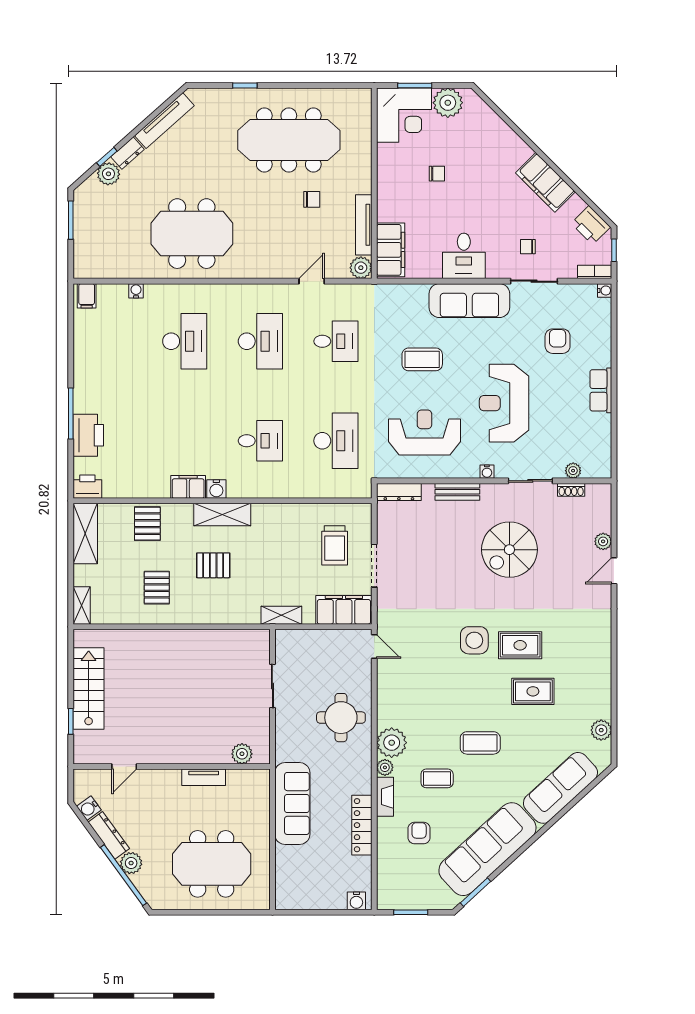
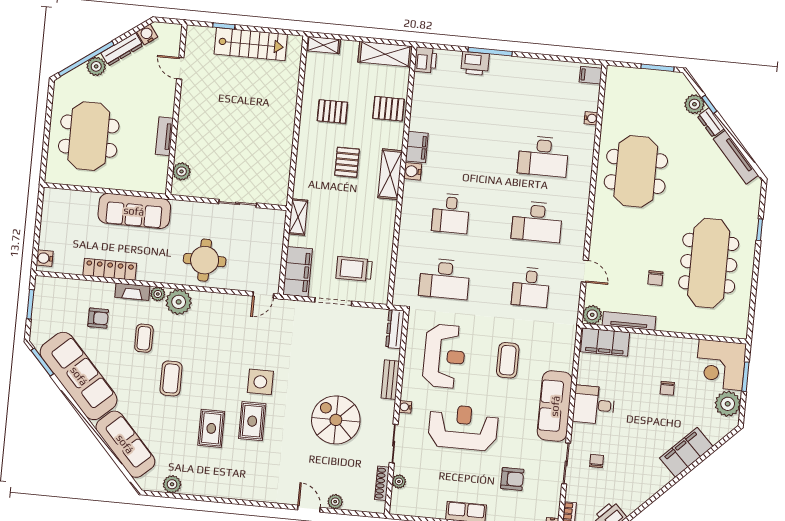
filing cabinet: (545, 182) -> (686, 452), moved
printer: (88, 435) -> (475, 63), width x0.73, depth x0.84
shoe rack: (571, 490) -> (382, 483), width x1.43

